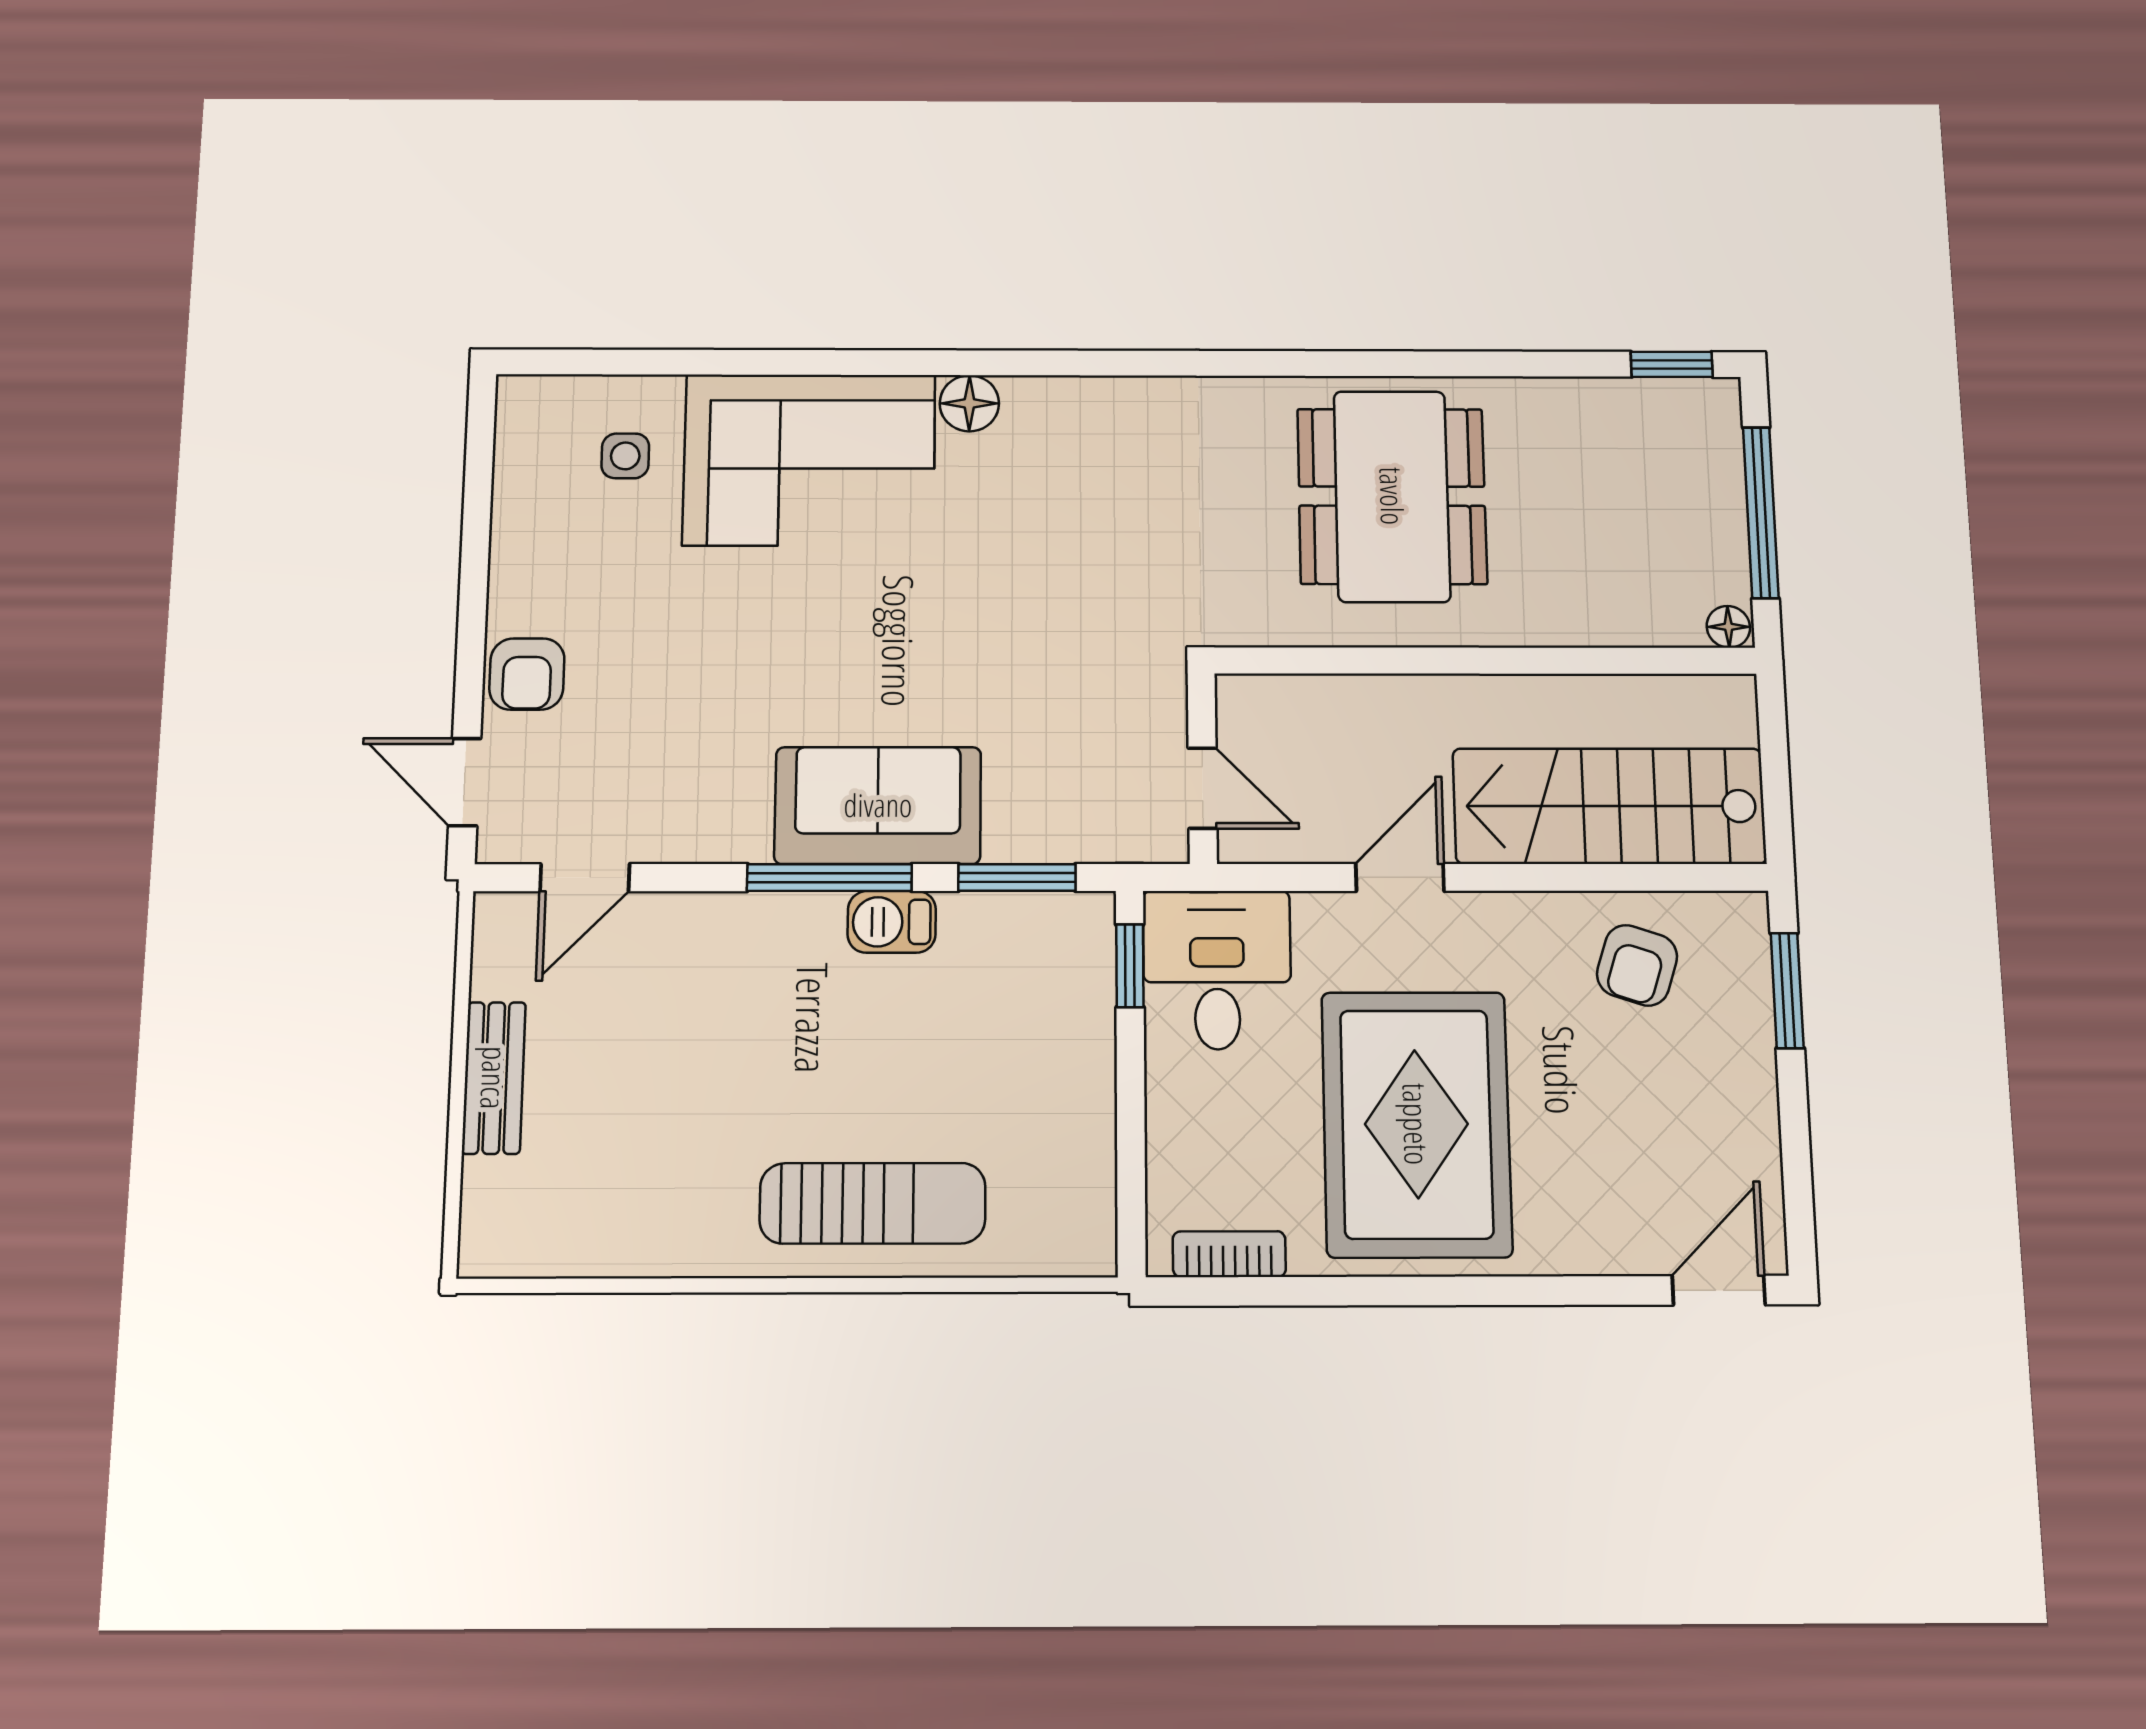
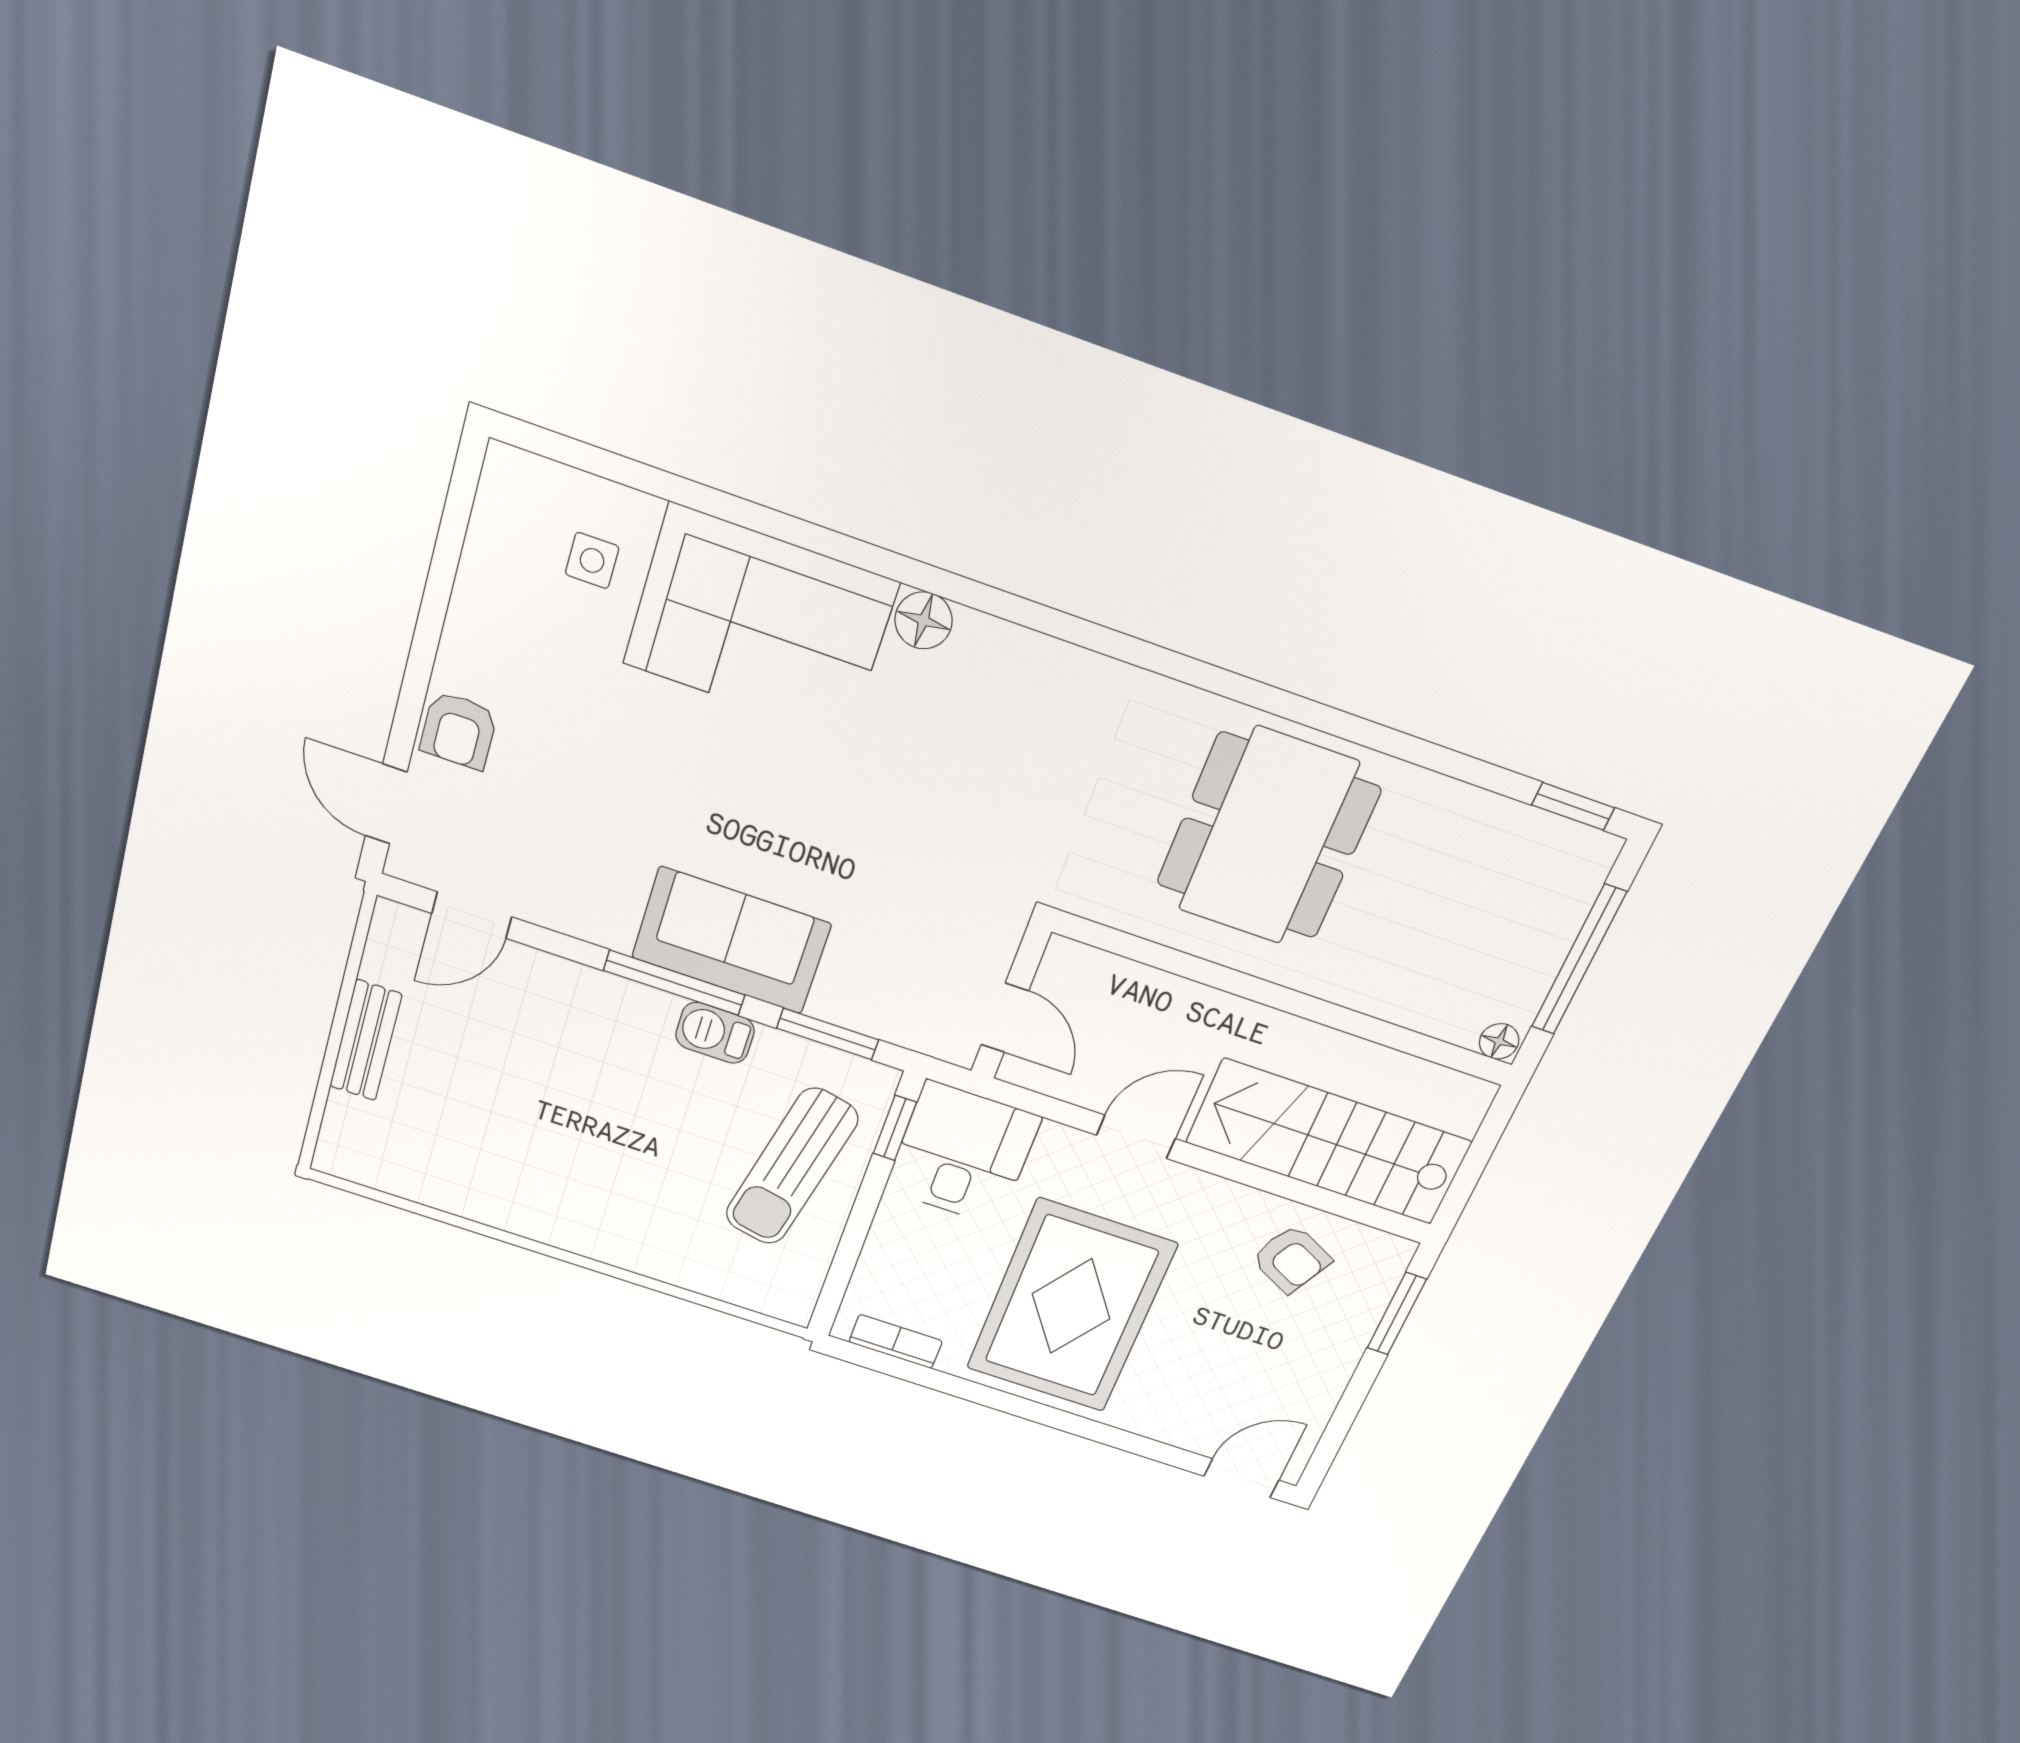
armchair: (1637, 965) -> (1291, 1259), turned -81
sun lounger: (873, 1203) -> (792, 1167), moved, turned 102

